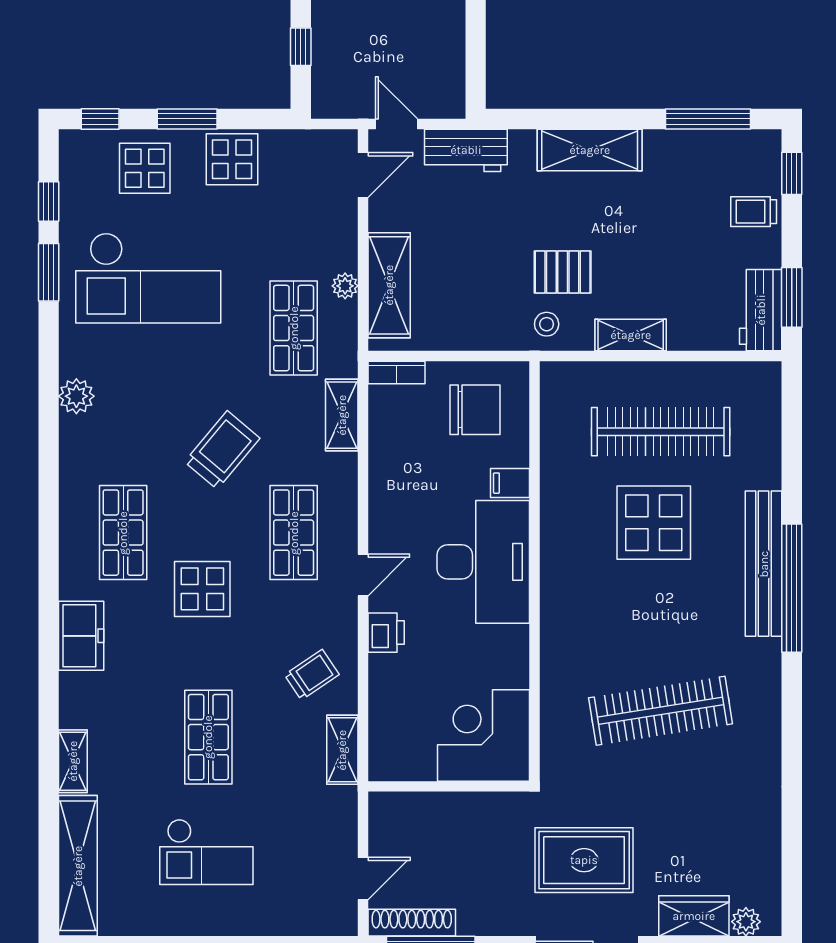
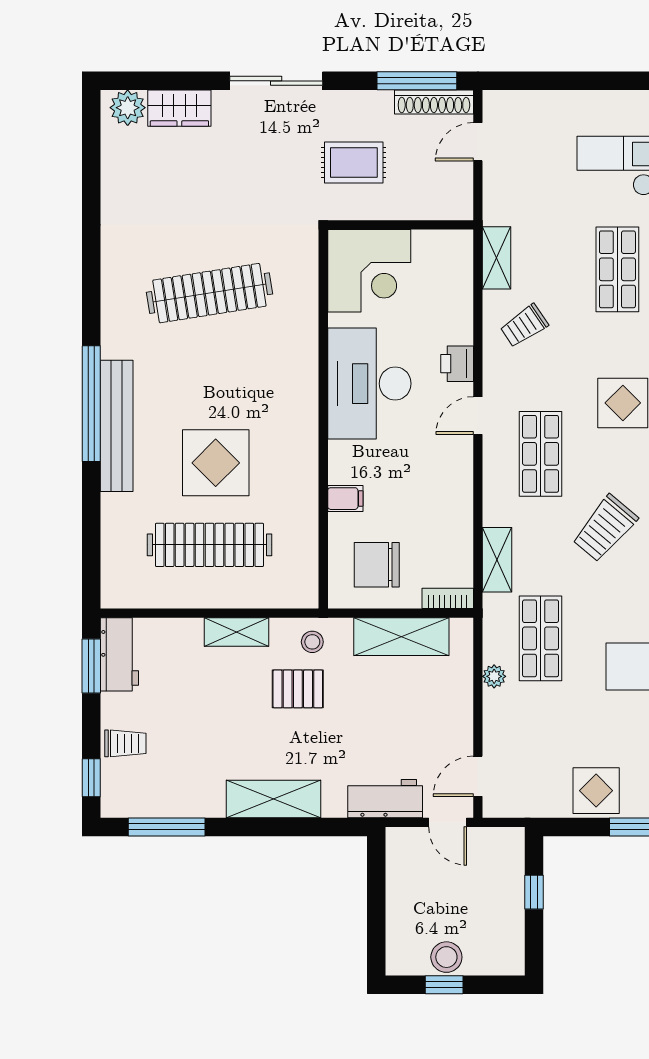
shelving: (389, 285) -> (401, 637), moved, turned 90
desk: (483, 562) -> (369, 384), moved
rug: (584, 860) -> (354, 162), moved, width x0.73, depth x0.70
plant: (746, 922) -> (128, 108), width x1.38, depth x1.38

